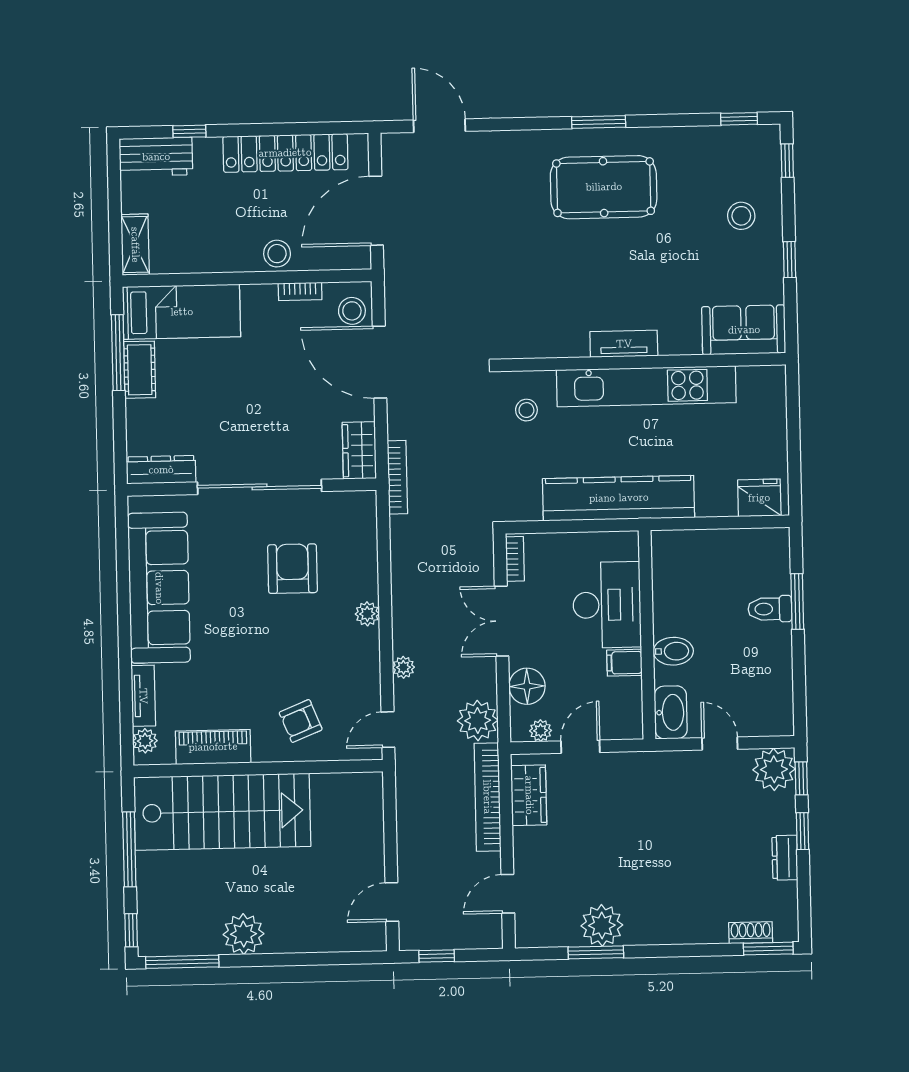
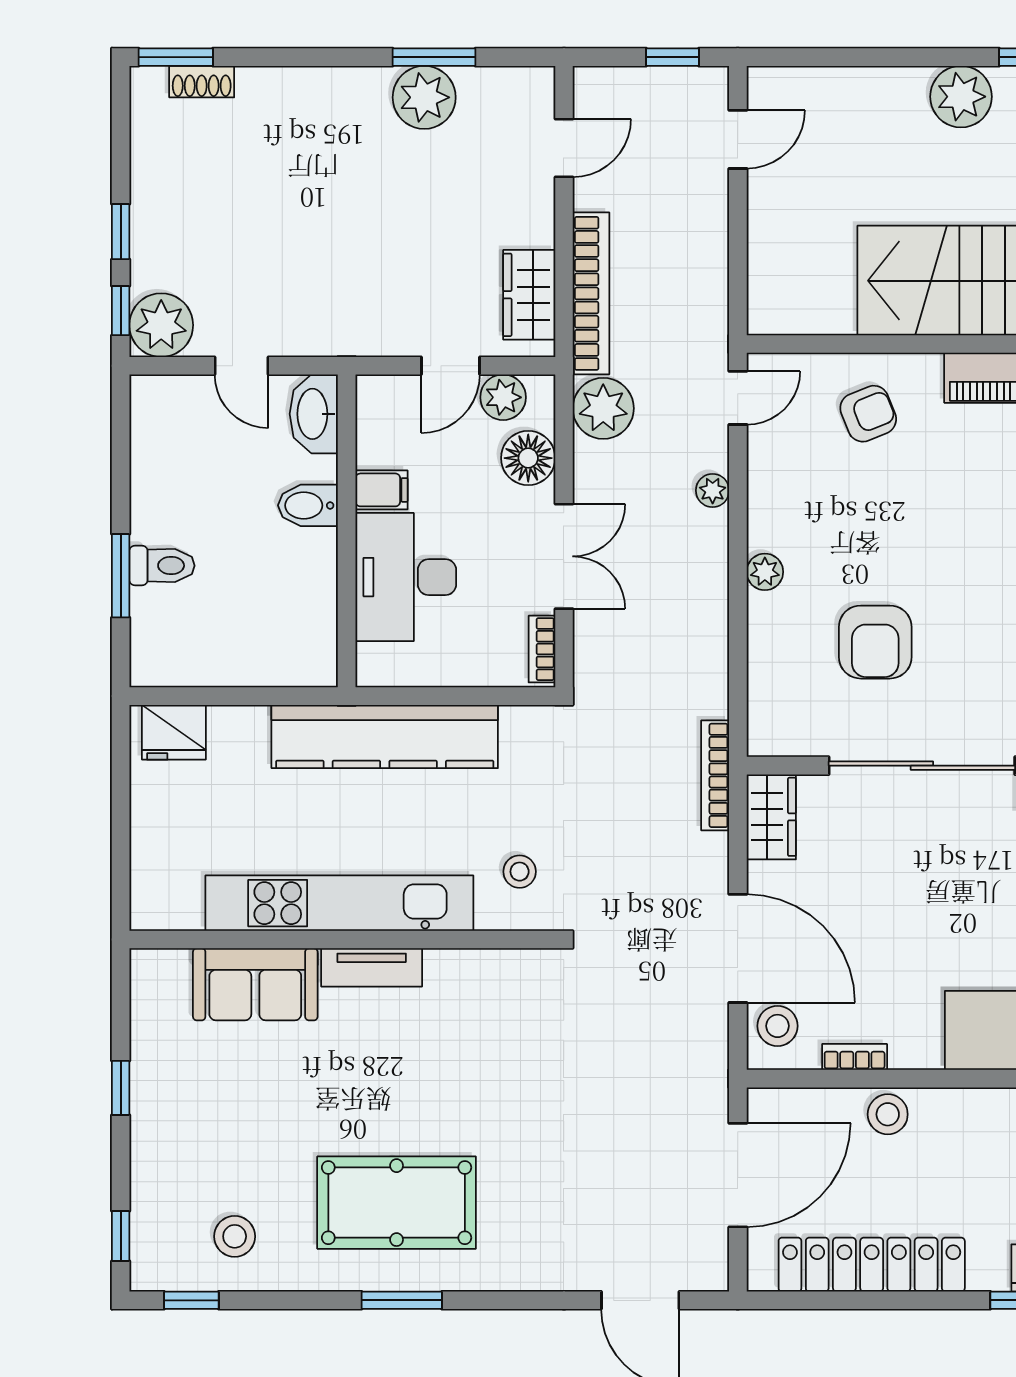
stool: (741, 216) -> (235, 1236), moved
sofa: (744, 330) -> (255, 984), moved
plant: (541, 731) -> (503, 397), width x1.38, depth x1.38
dresser: (785, 858) -> (148, 193), removed

